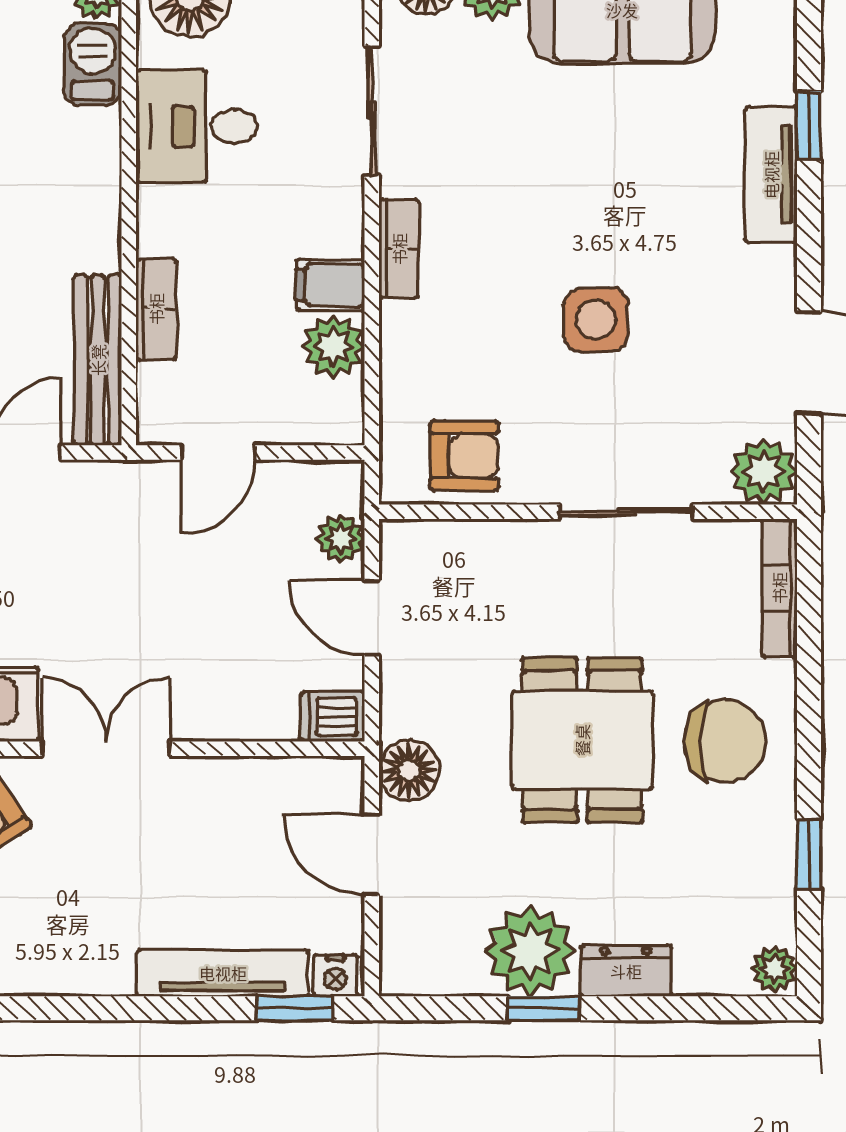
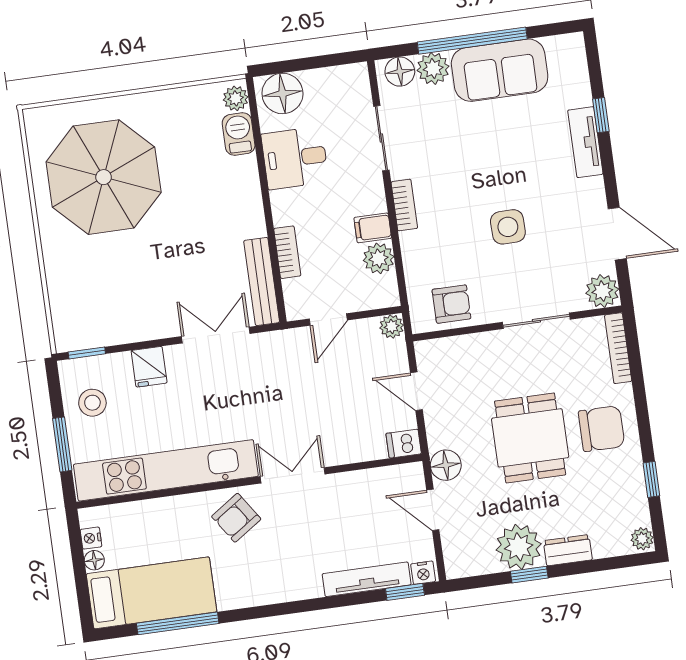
plant: (341, 539) -> (392, 326), moved

